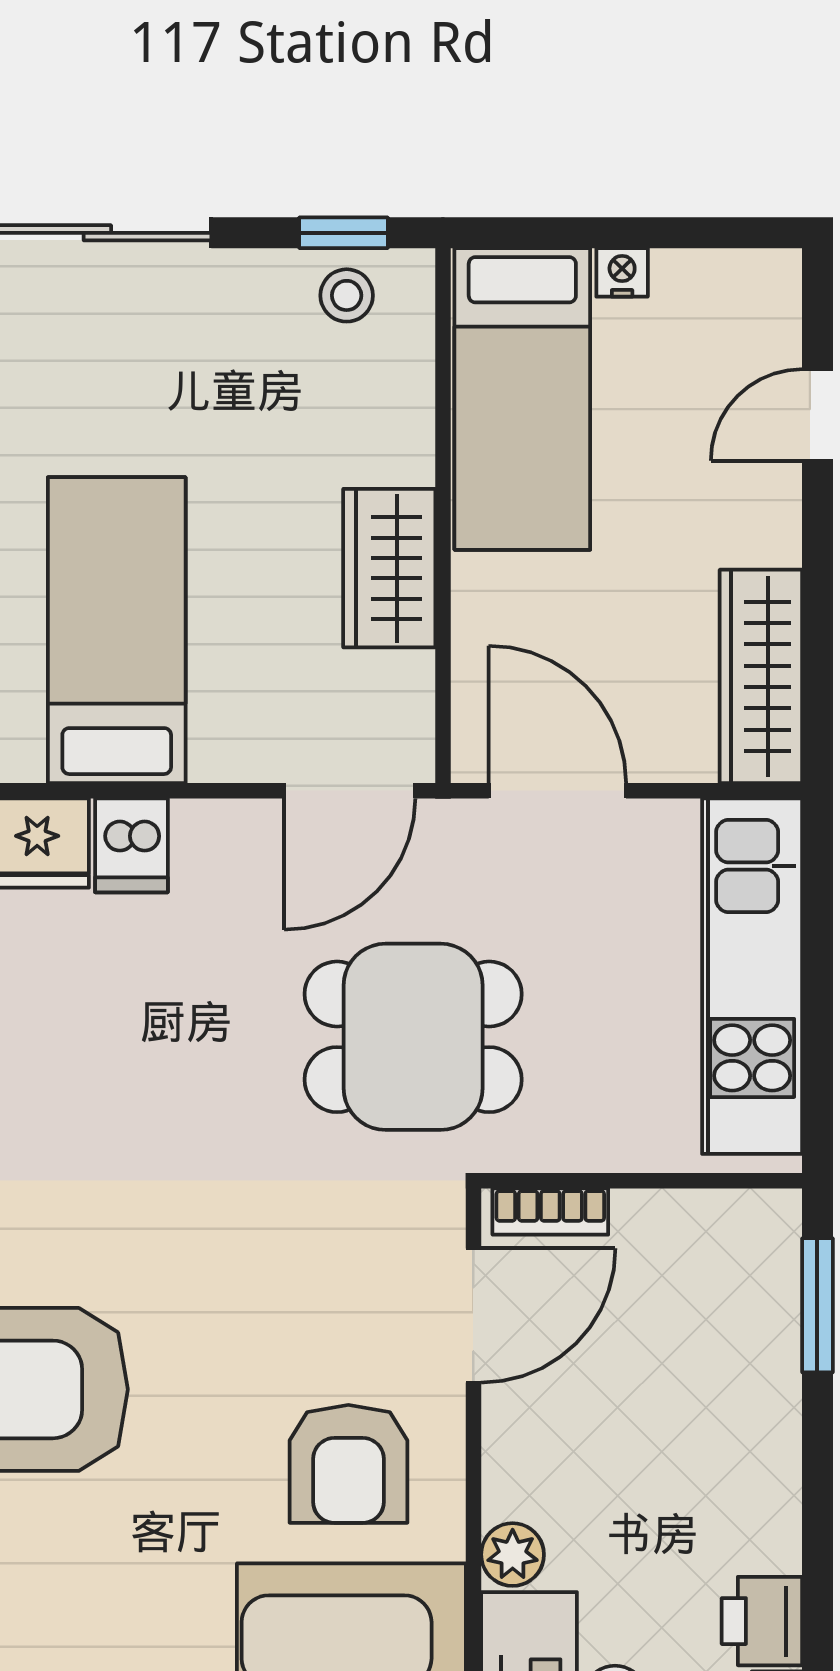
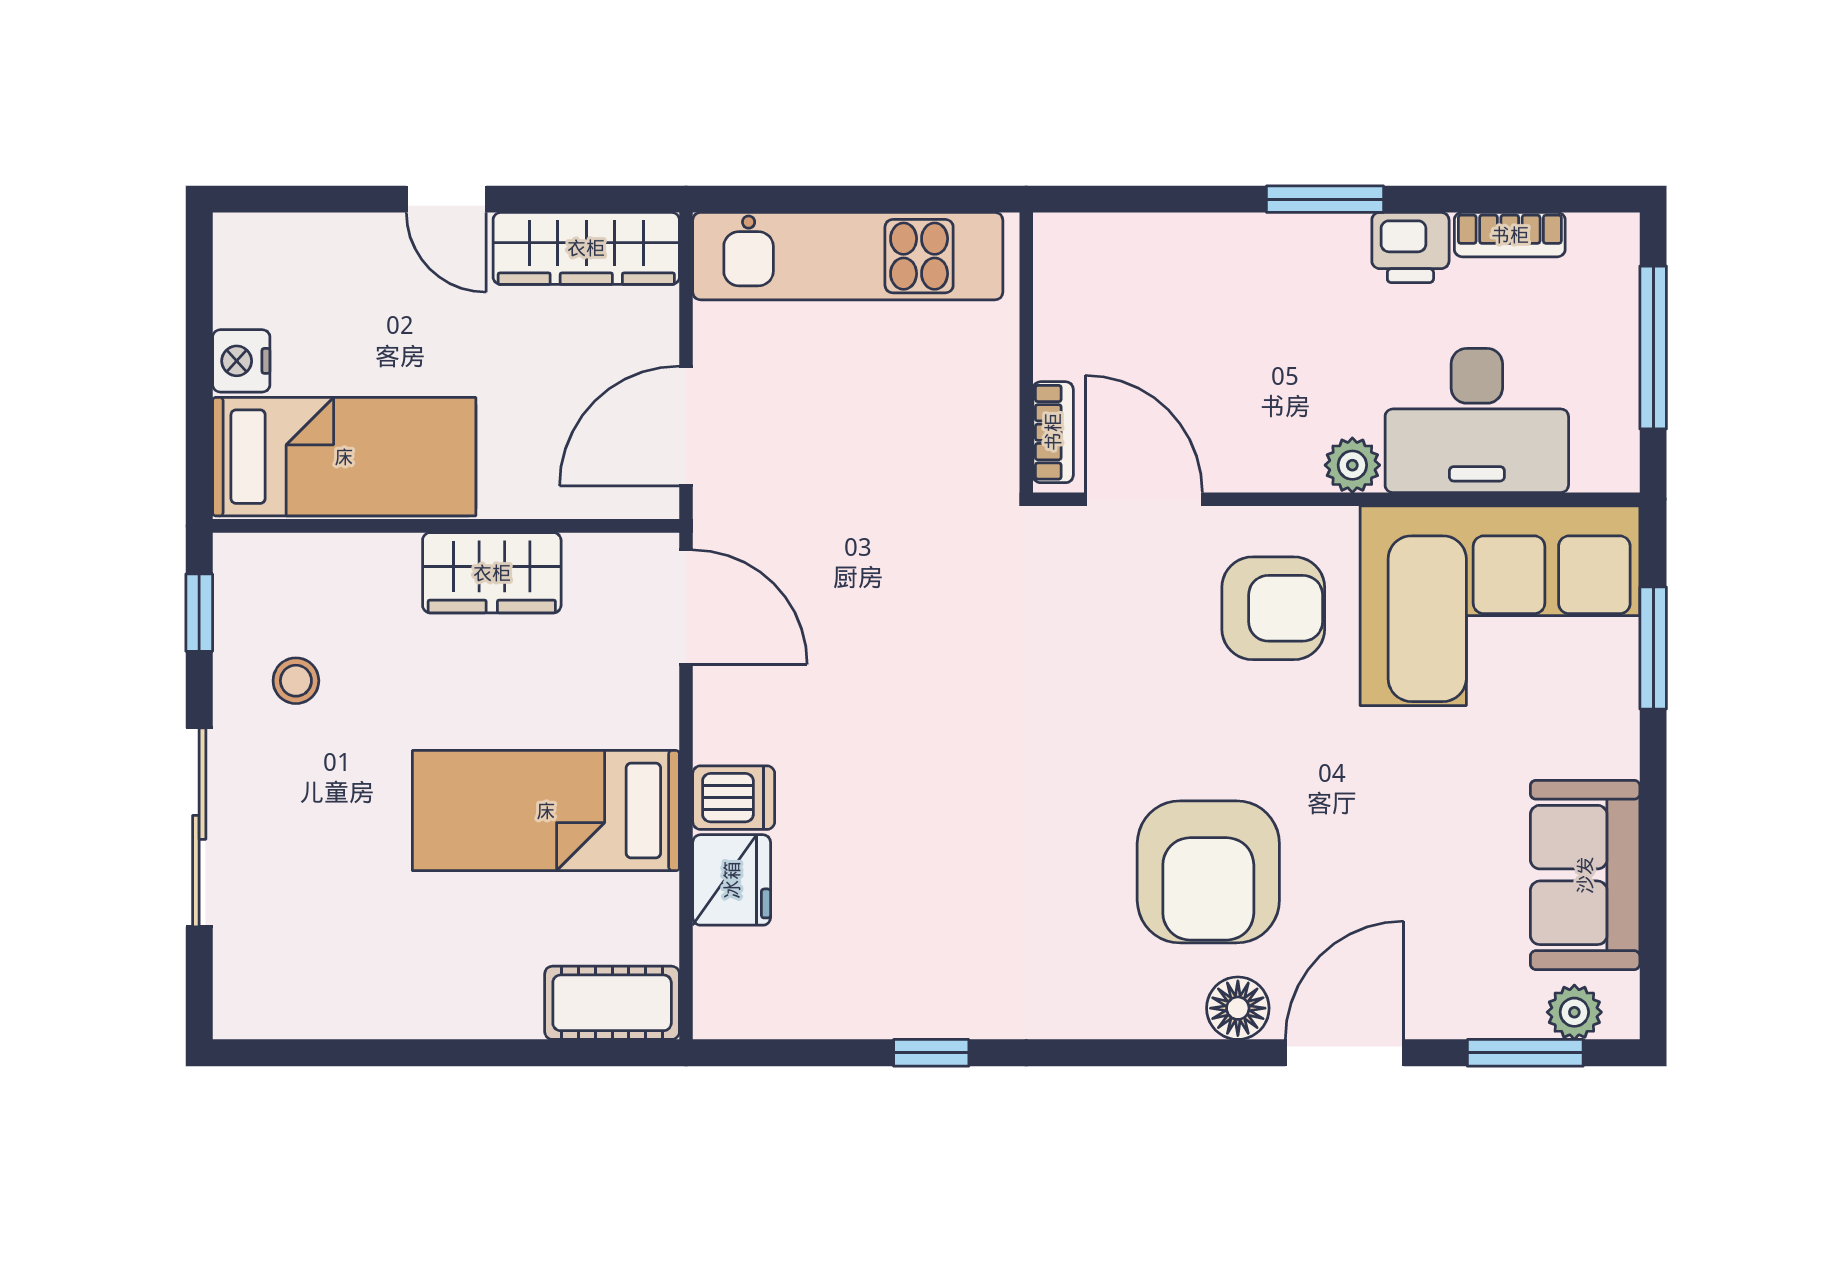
nightstand: (622, 272) -> (241, 361), width x1.39, depth x1.35
stool: (347, 295) -> (296, 681), moved
door: (817, 415) -> (446, 199), moved
dining table: (413, 1037) -> (901, 552), removed
window: (817, 1305) -> (1325, 199), moved

